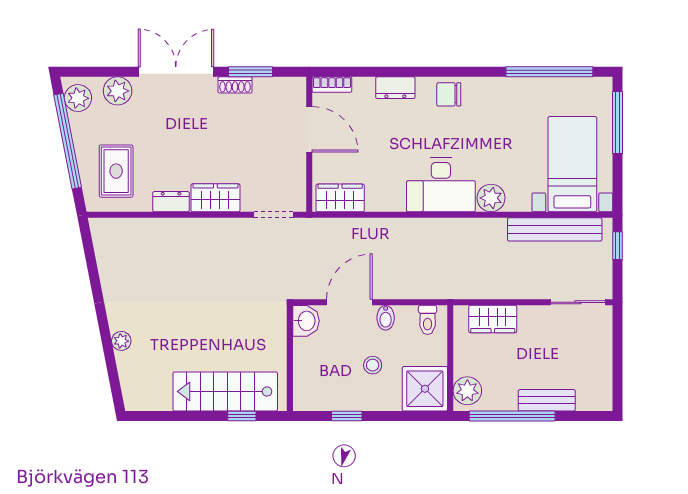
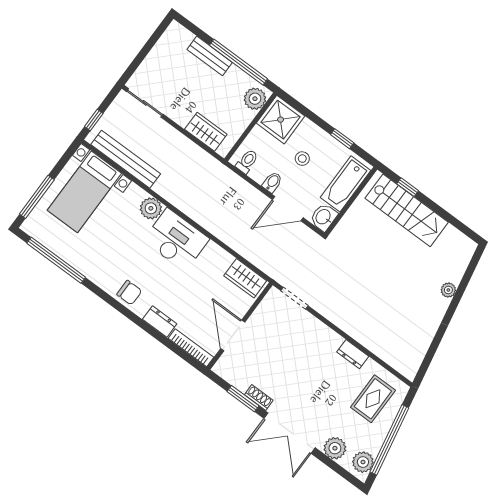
bookcase: (332, 85) -> (191, 348), width x1.56
wardrobe: (215, 198) -> (323, 336), removed
bathtub: (309, 372) -> (345, 184), added

